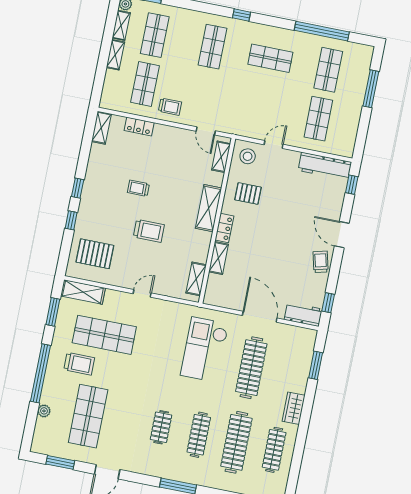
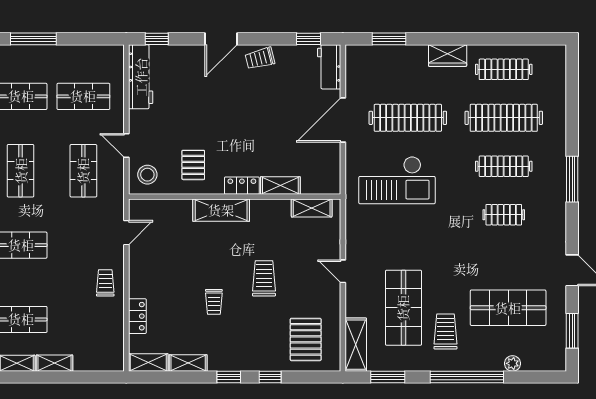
shop shelf: (145, 84) -> (83, 171), moved, turned 90
shelving: (221, 157) -> (188, 363), moved

